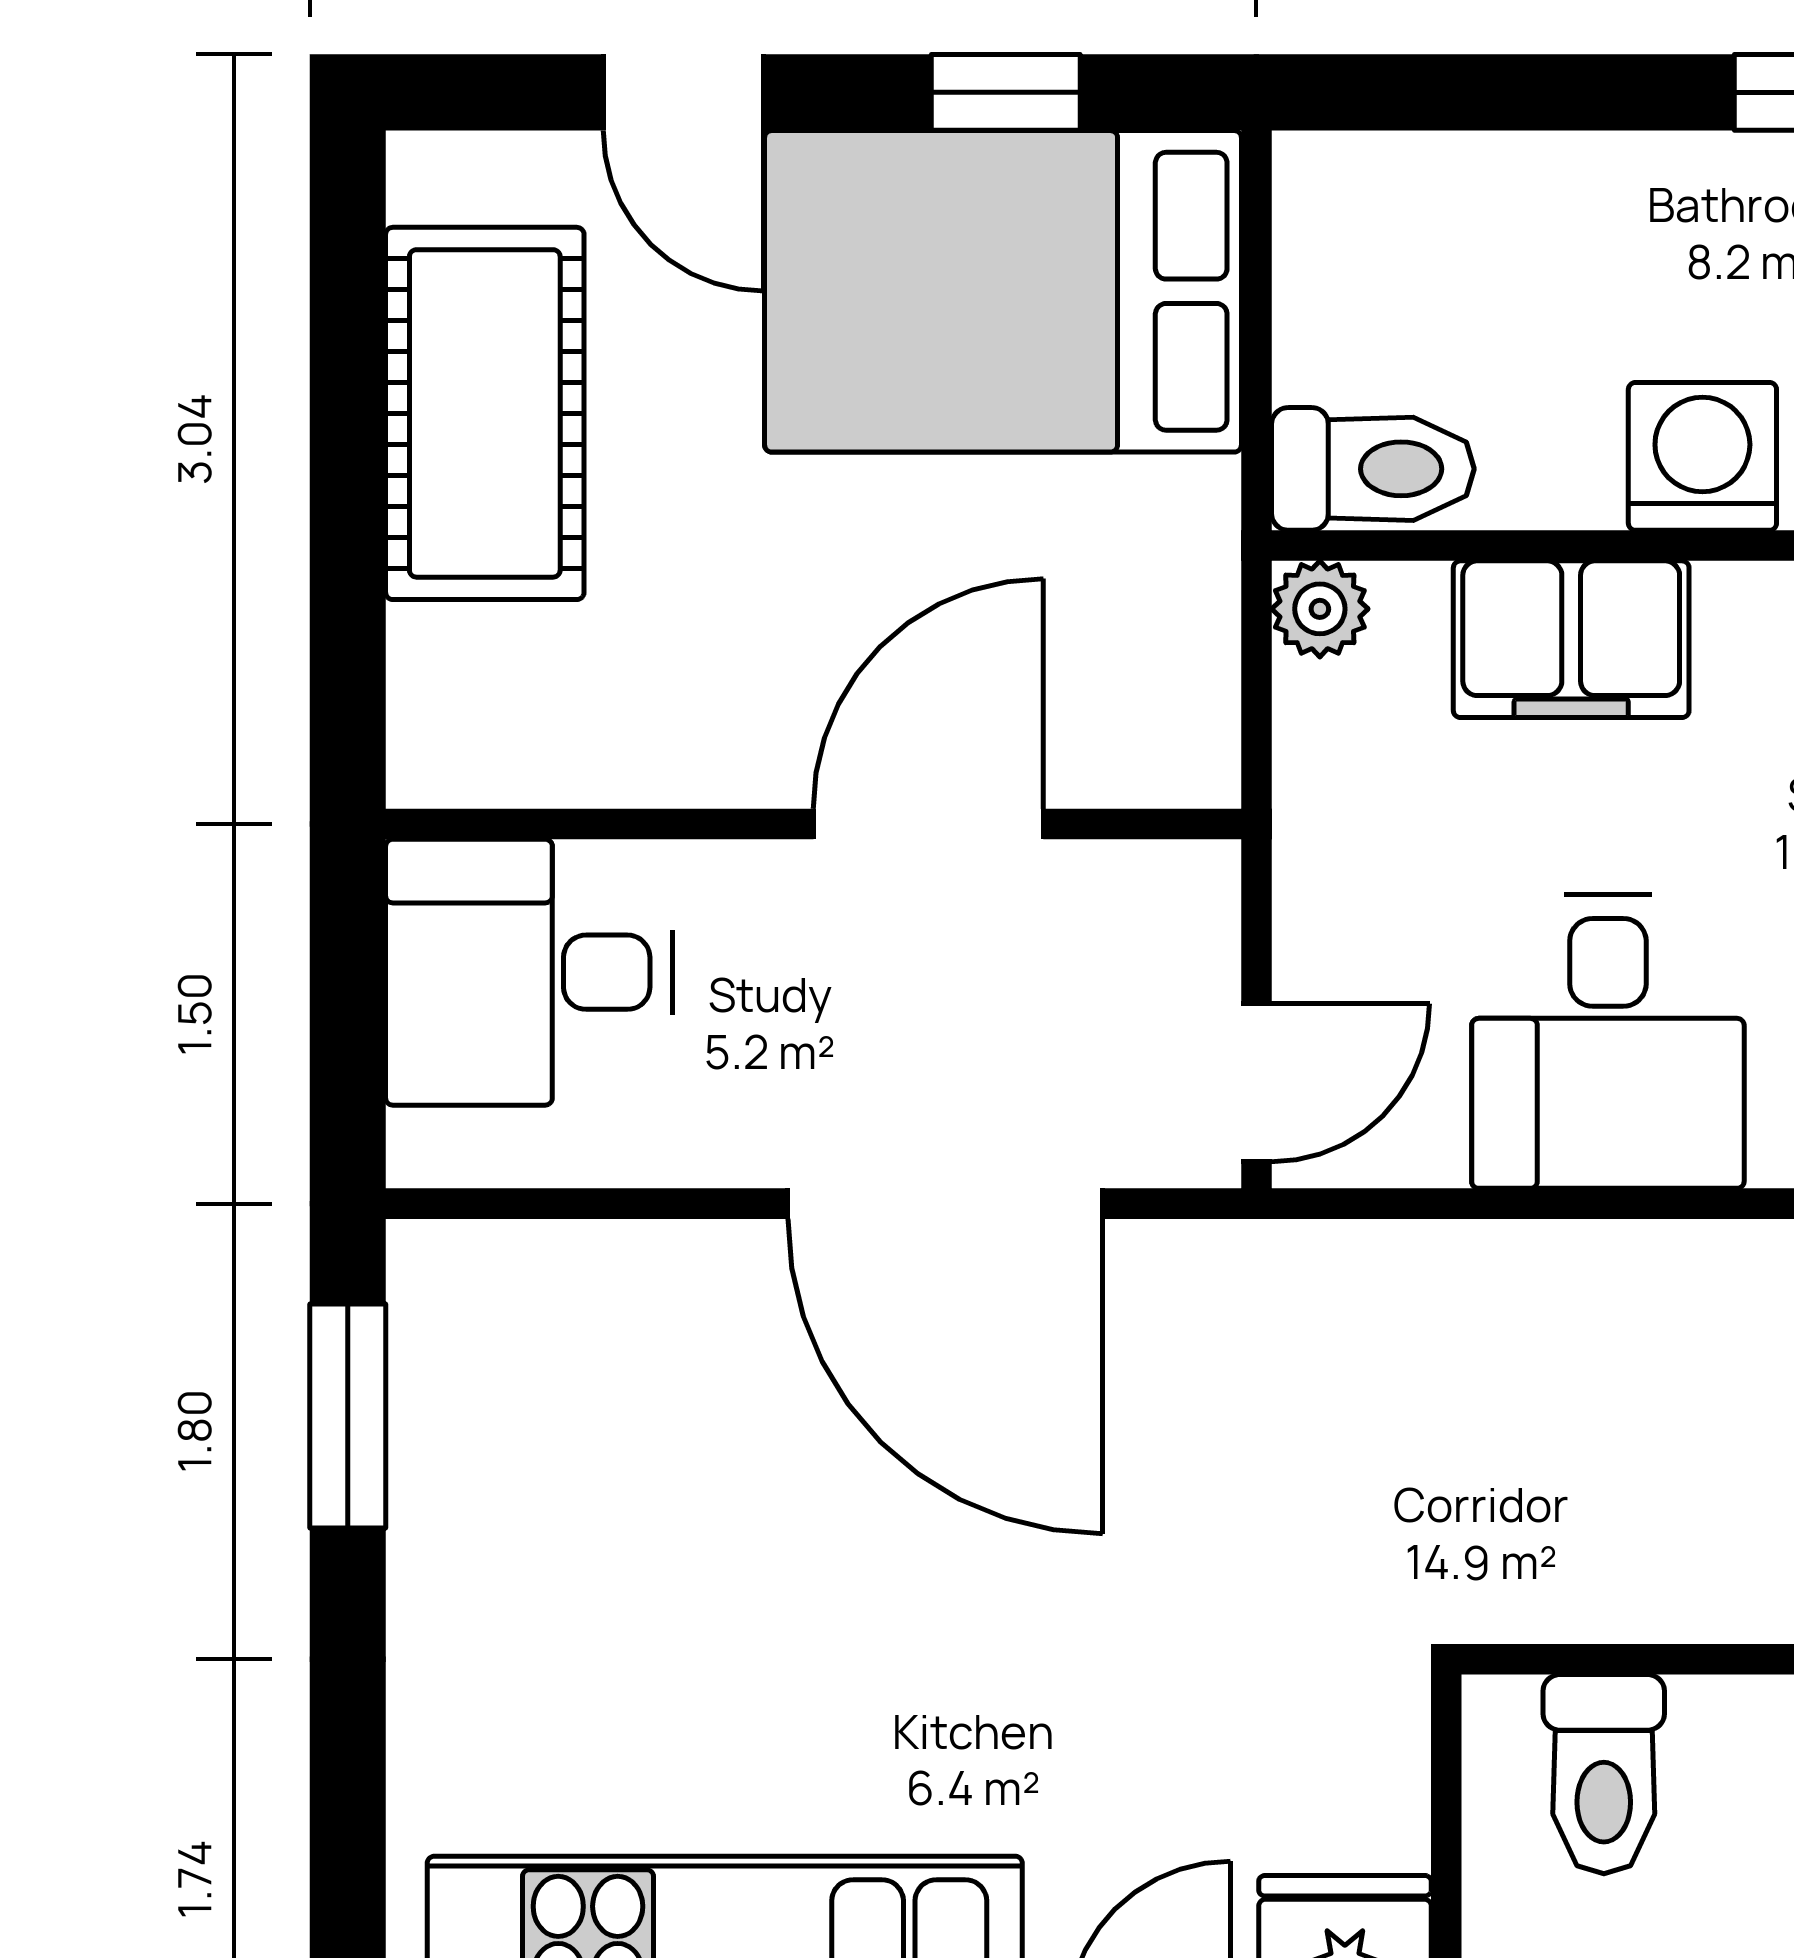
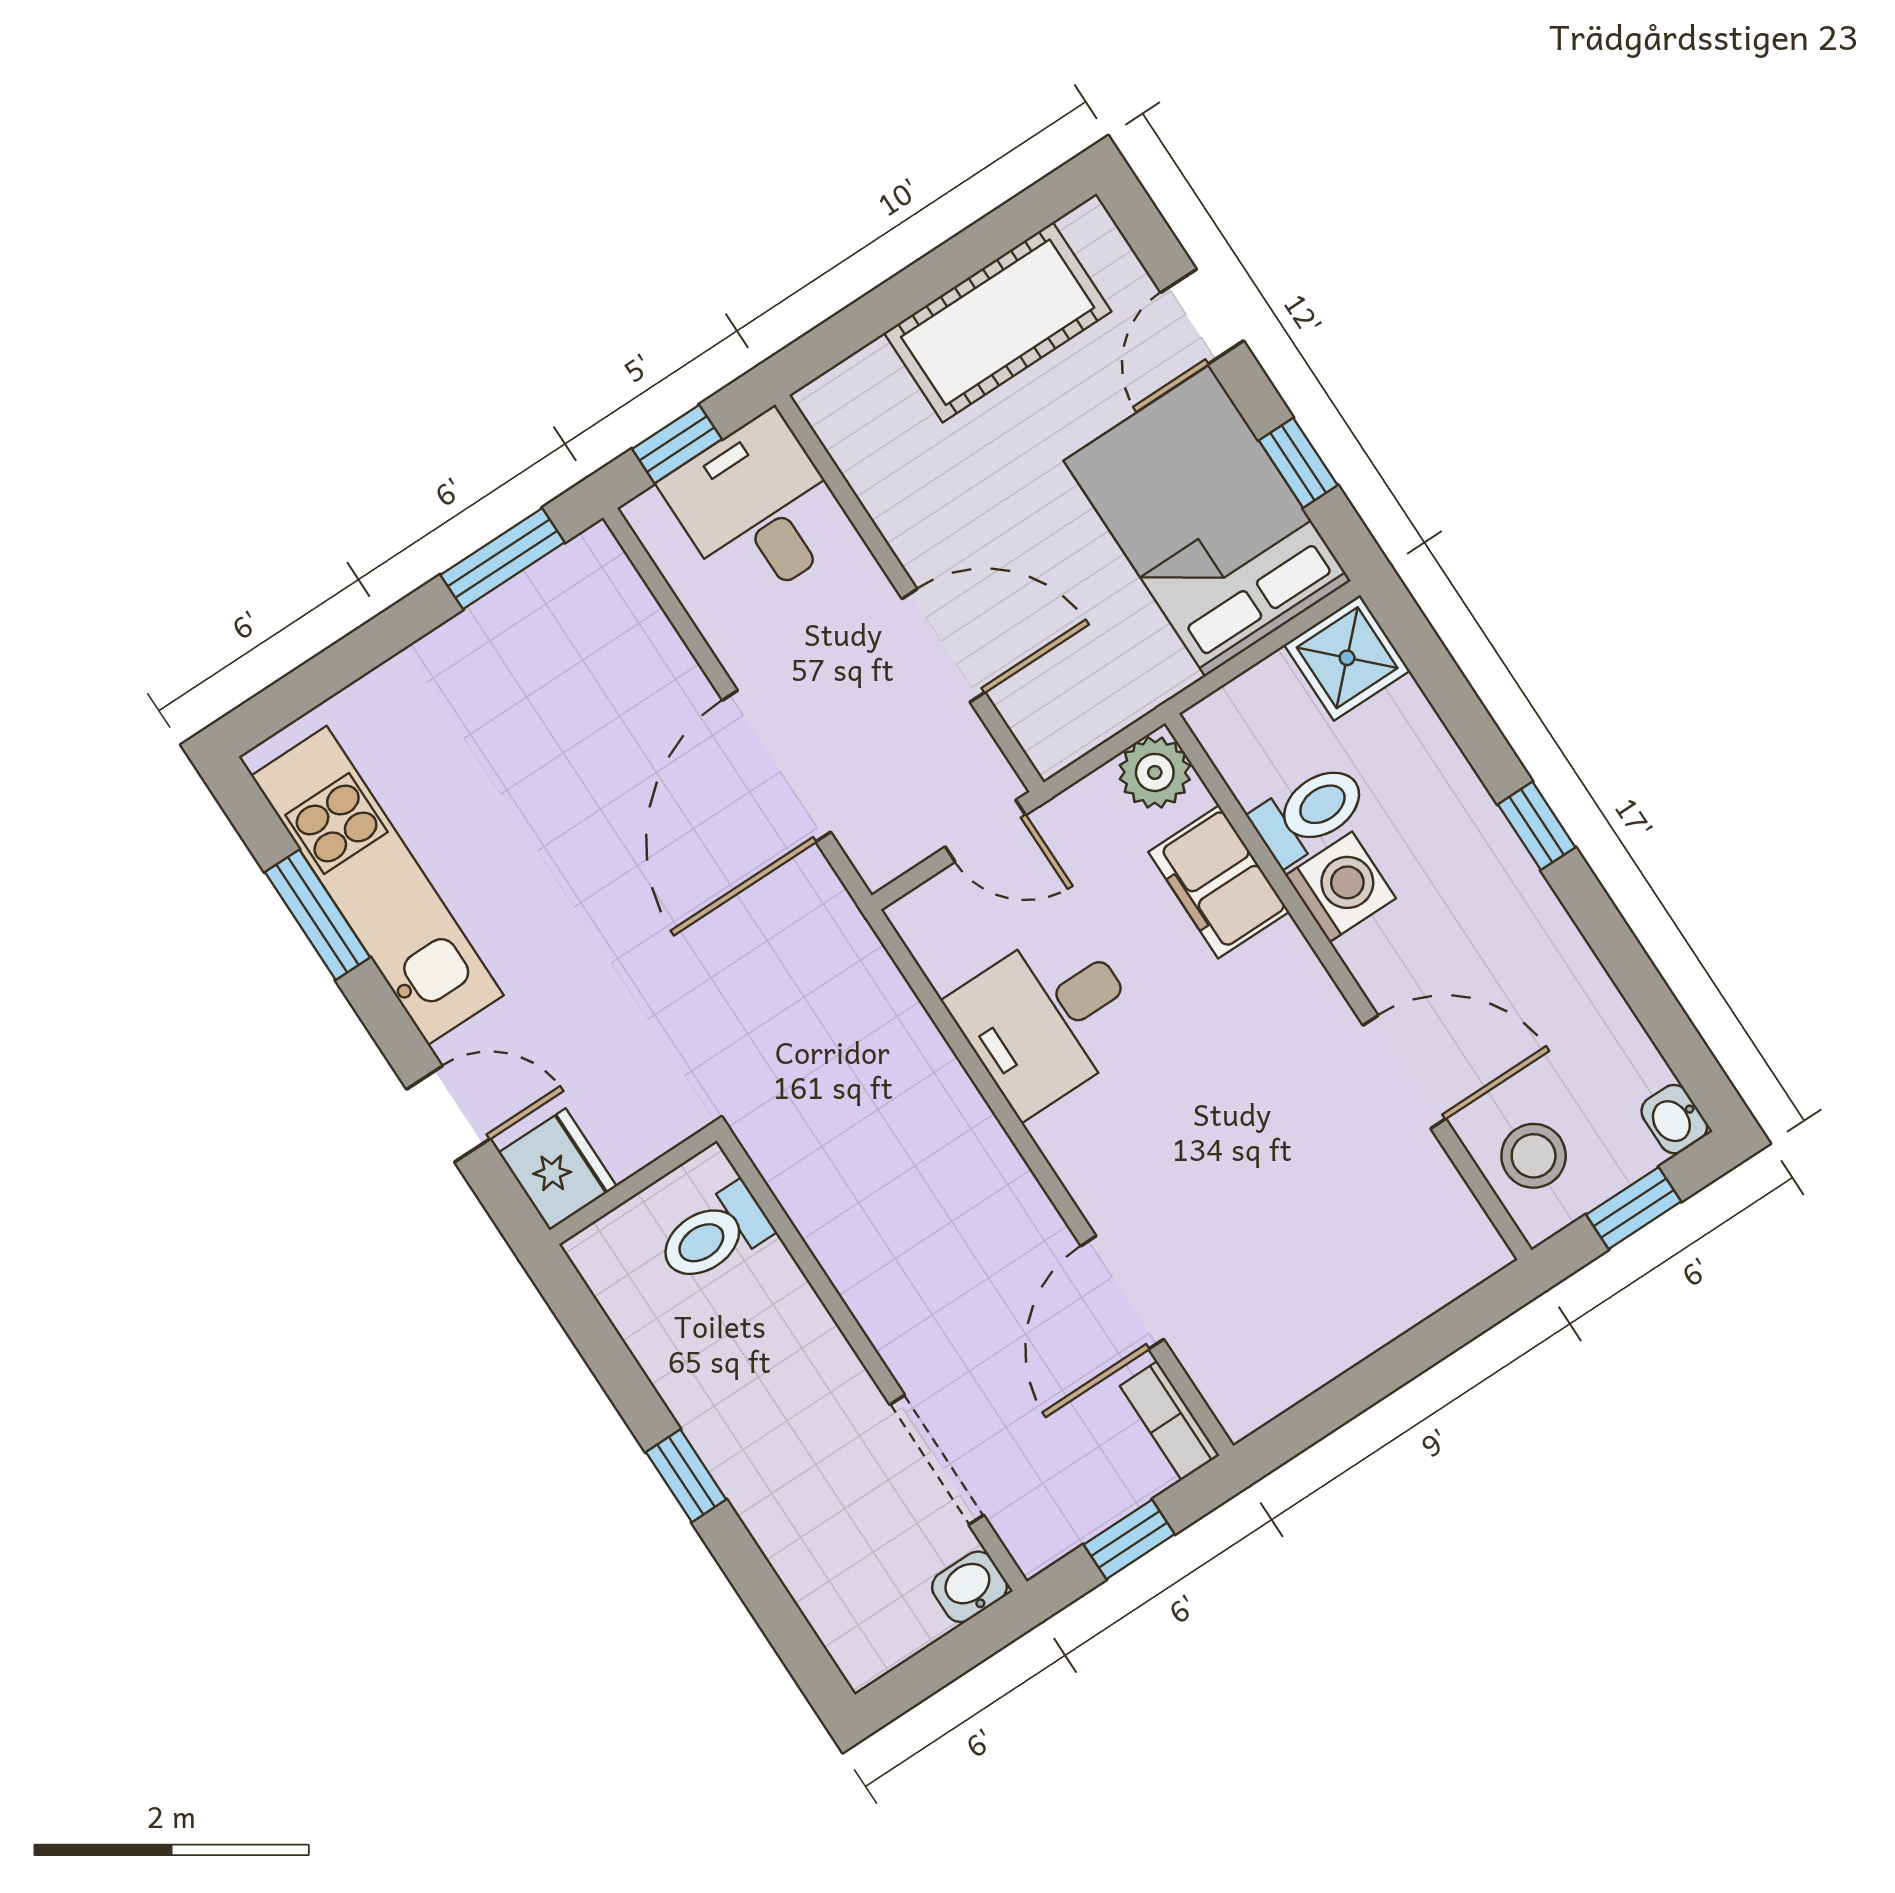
shower: (1356, 215) -> (1347, 658), added
toilet: (1373, 469) -> (1310, 813), moved, turned -90
plant: (1320, 609) -> (1155, 772), width x1.38, depth x1.38
window: (348, 1031) -> (677, 444), added
door: (1256, 1083) -> (985, 831), moved

